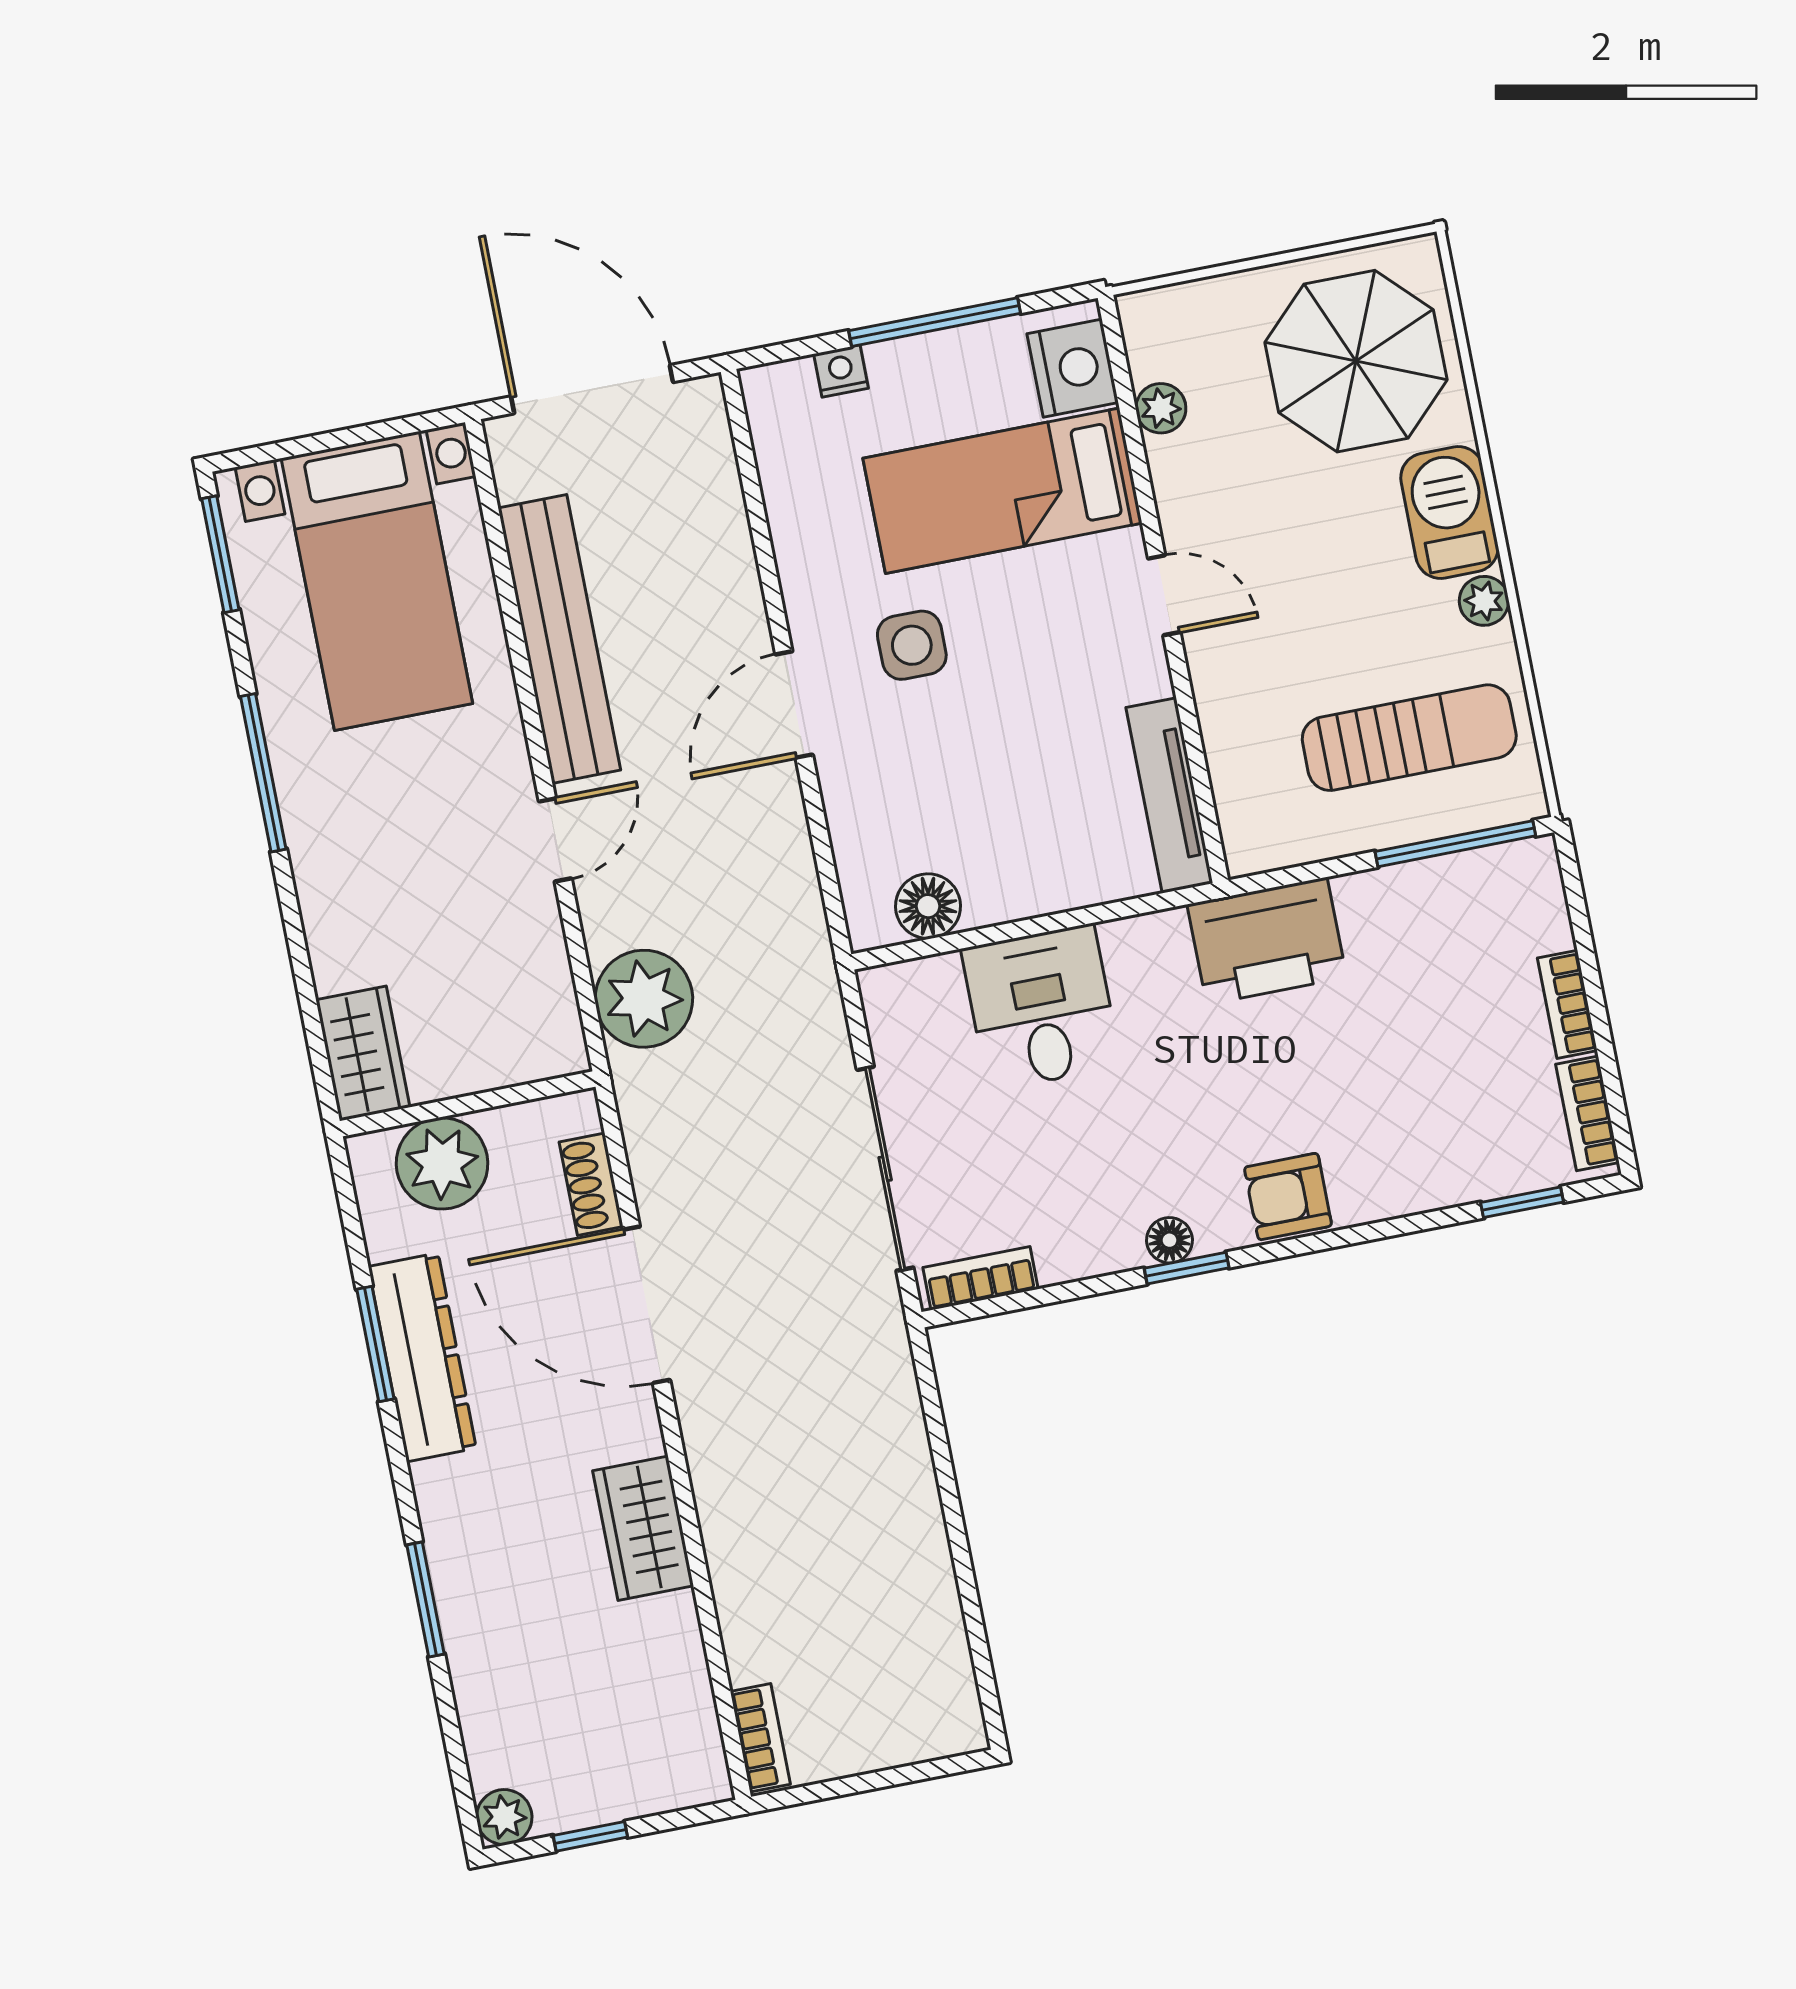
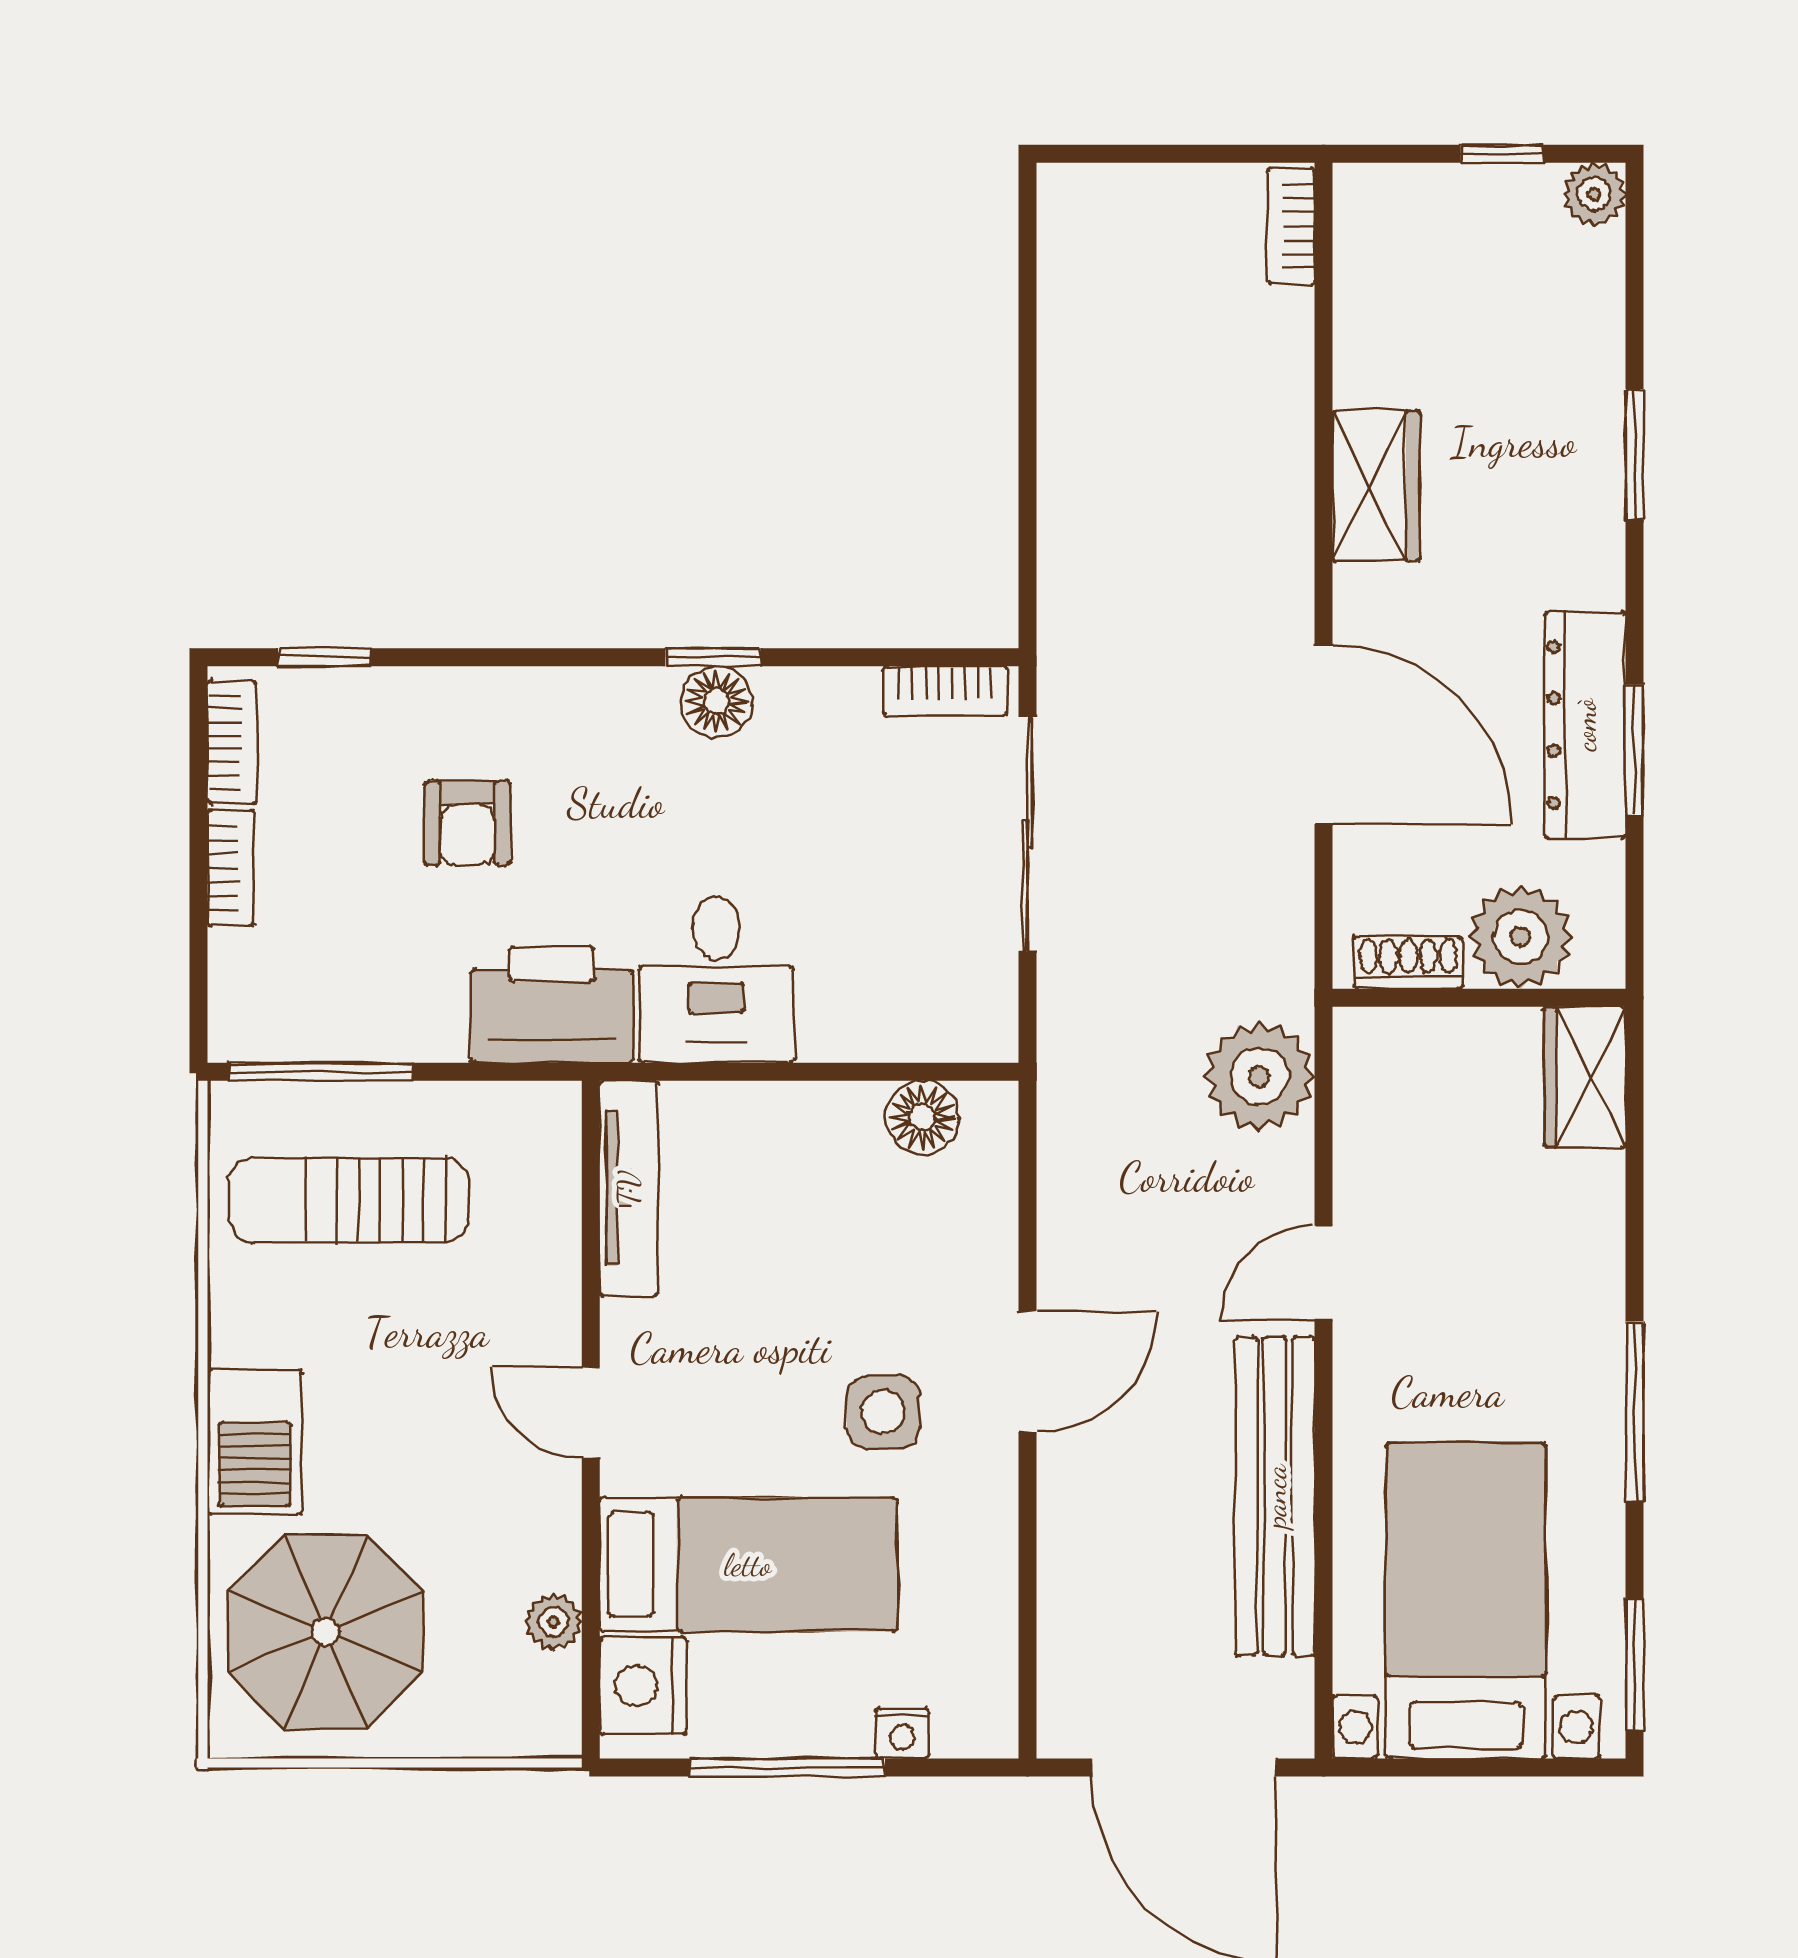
plant: (1484, 601) -> (235, 1336), removed
desk: (1041, 1008) -> (716, 980), moved
shoe rack: (591, 1184) -> (1408, 962), moved, turned -90
armchair: (1288, 1197) -> (467, 823), moved, turned 90
floor lamp: (1170, 1240) -> (716, 702), width x1.37, depth x1.37

